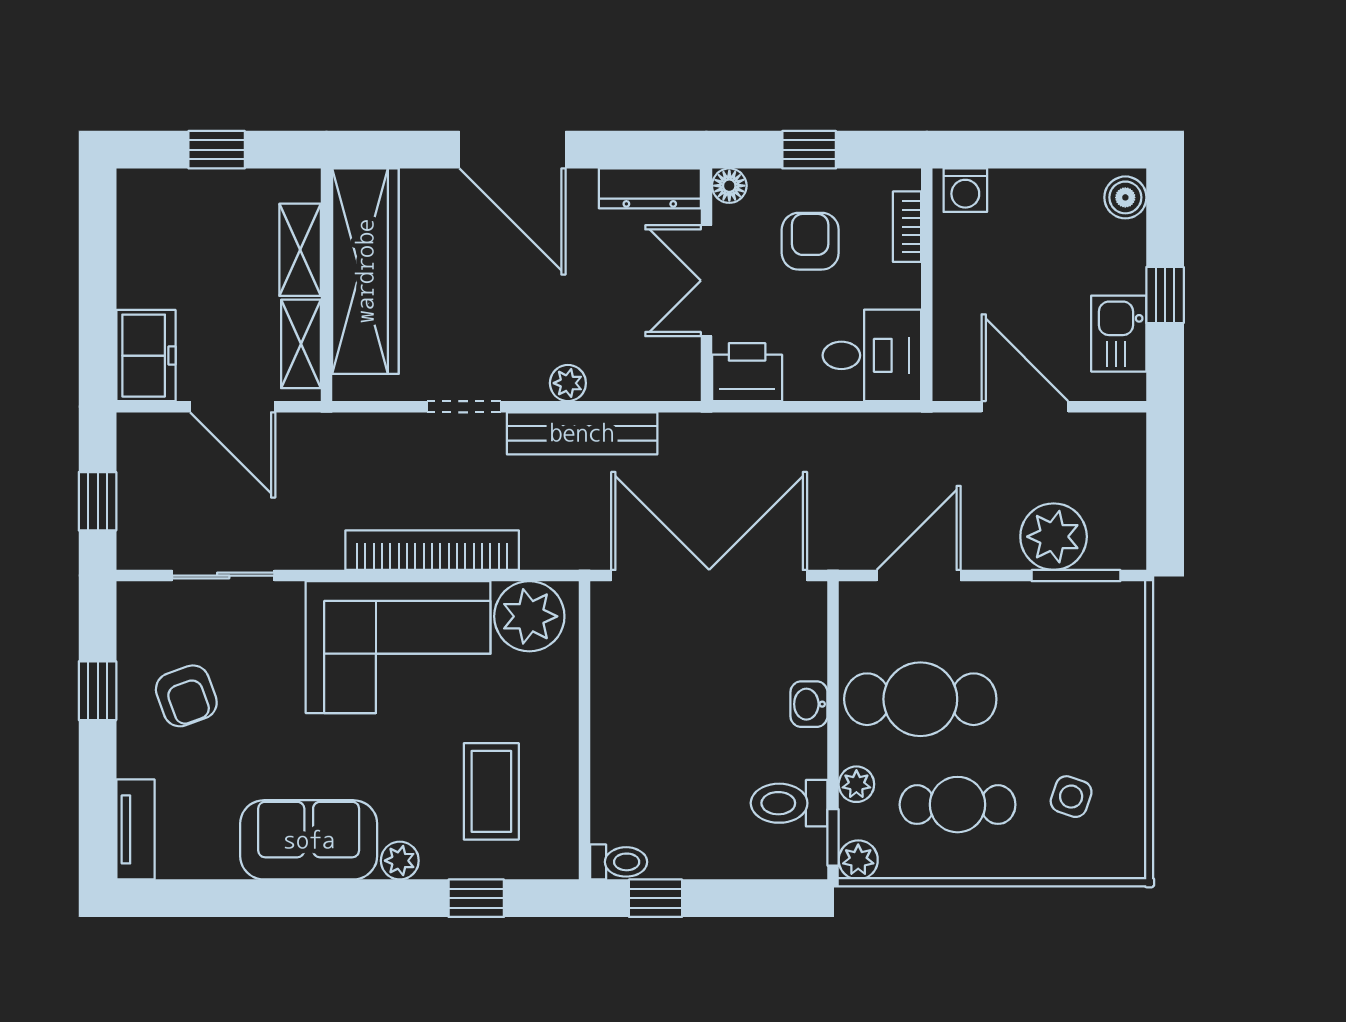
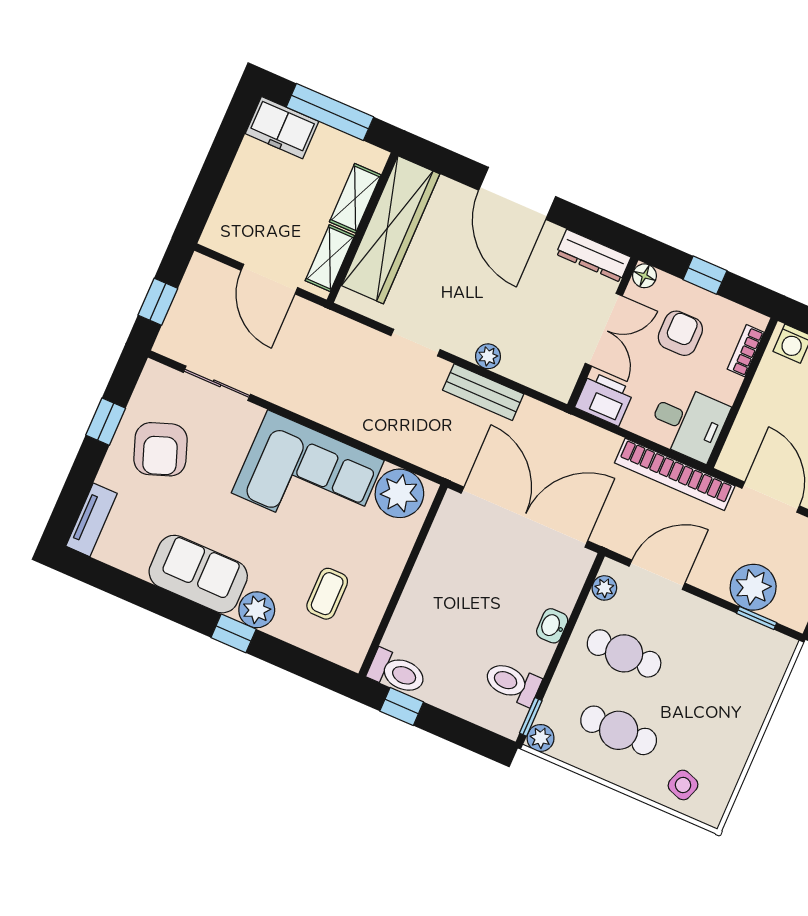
window: (217, 150) -> (330, 112), width x2.17
double door: (706, 281) -> (604, 330), swing flipped
freezer: (146, 356) -> (282, 128), moved, turned 90
bench: (582, 433) -> (483, 392), width x0.73
bookcase: (432, 550) -> (675, 474), moved, turned 180
window: (1076, 576) -> (757, 618), width x0.67
armchair: (186, 696) -> (160, 449), width x1.38, depth x1.38
cafe table: (920, 699) -> (624, 653), width x0.73, depth x0.74
plant: (856, 784) -> (604, 588), moved
coffee table: (491, 791) -> (327, 594), width x0.73, depth x0.77
side table: (1071, 797) -> (683, 785), moved
plant: (400, 861) -> (257, 610), width x1.38, depth x1.38
toilet: (619, 862) -> (397, 672), width x1.37, depth x1.39
window: (476, 898) -> (234, 633), moved

